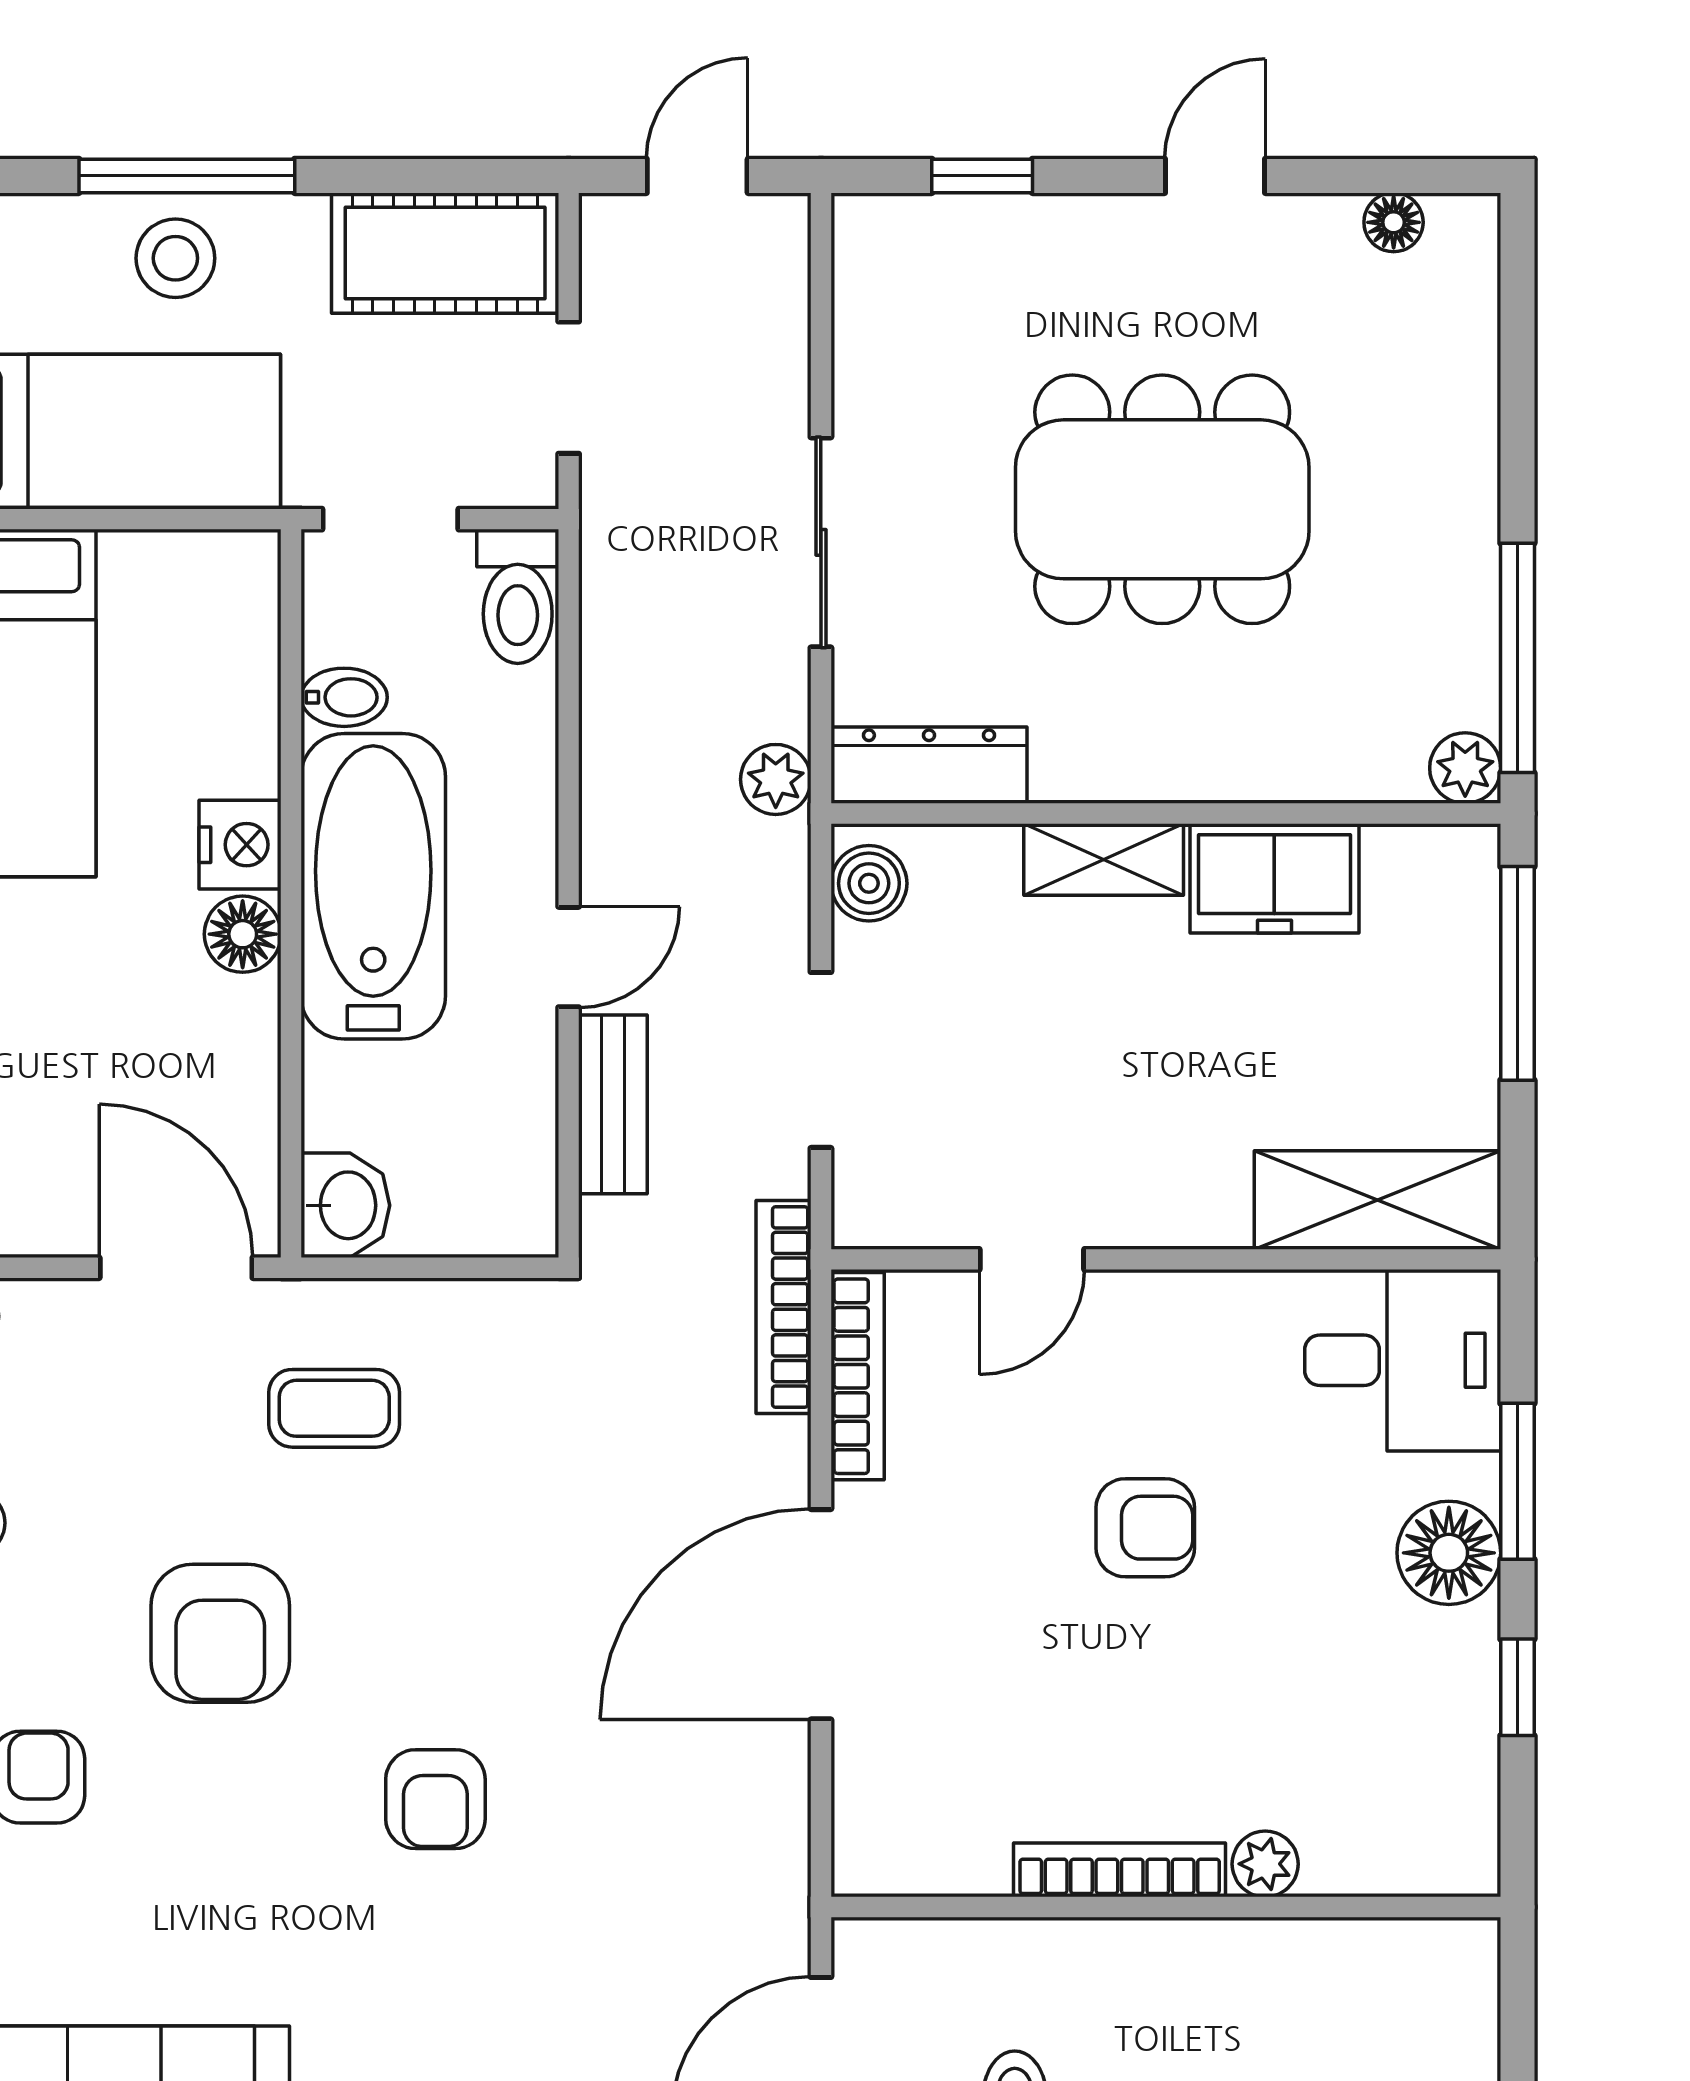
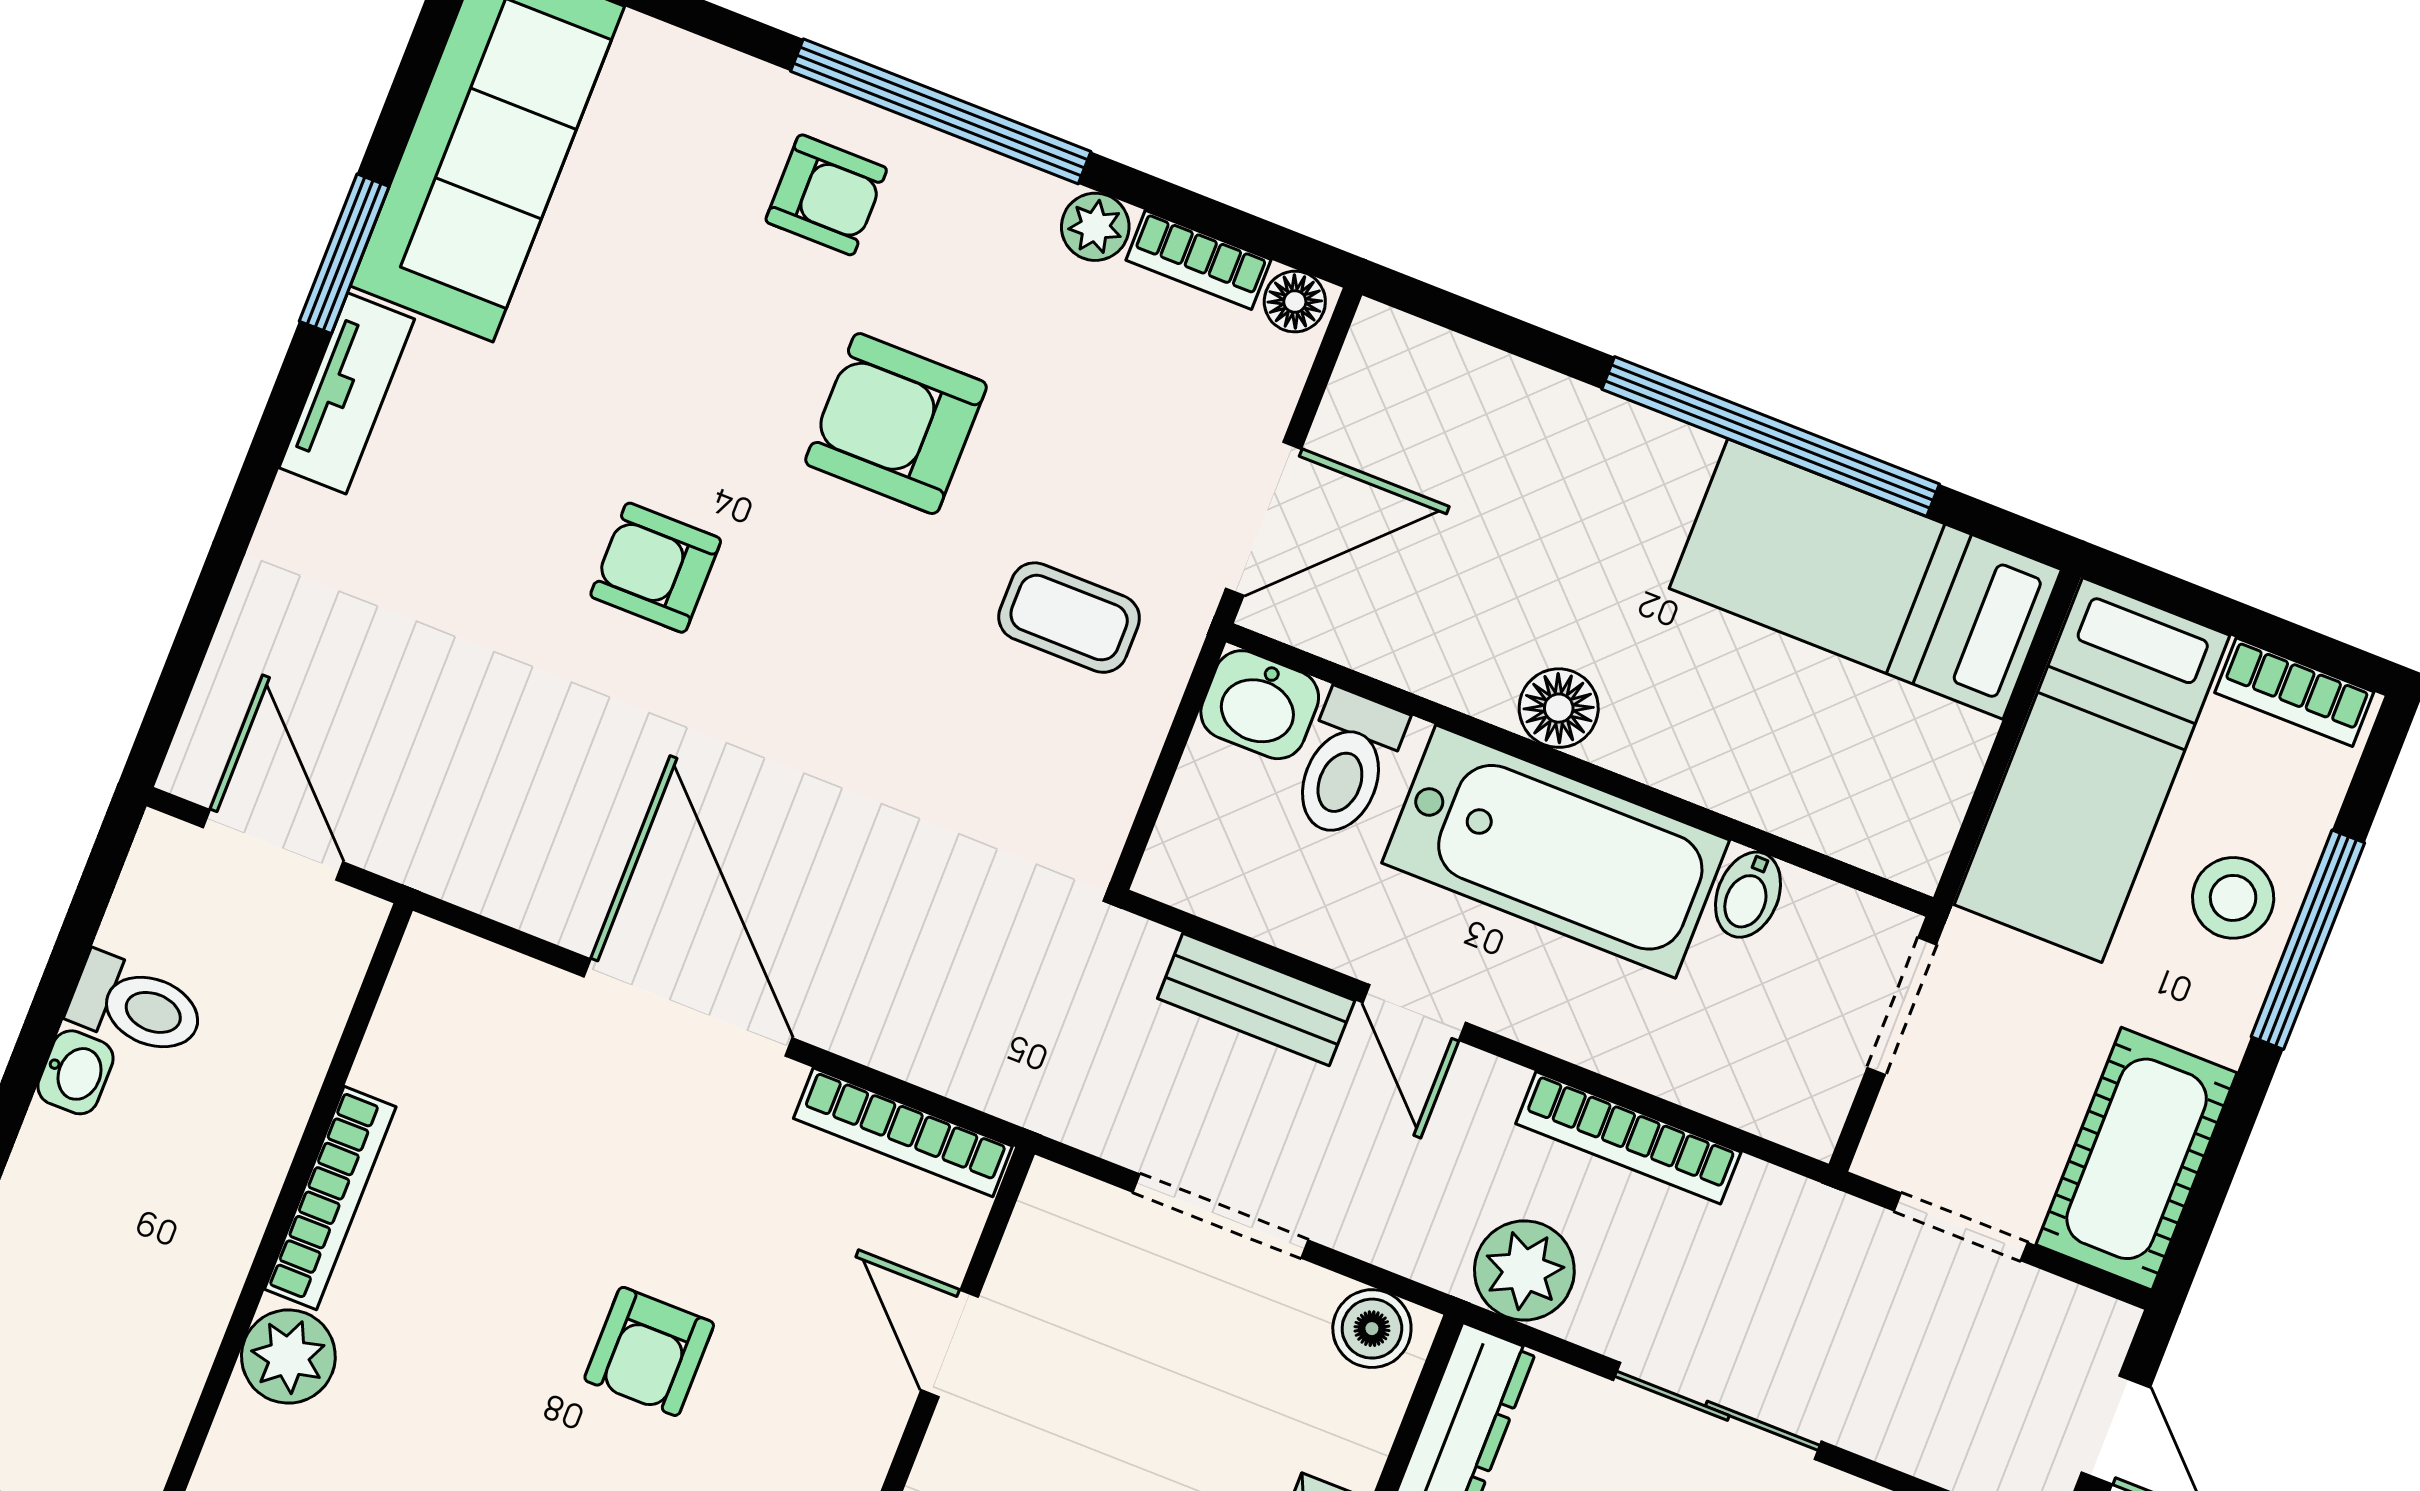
toilet: (518, 596) -> (1347, 764), moved, turned -90
plant: (776, 779) -> (1524, 1270), width x1.38, depth x1.38
nightstand: (240, 845) -> (1646, 739), removed
bookcase: (784, 1307) -> (1628, 1138), moved, turned 180
coffee table: (334, 1408) -> (1069, 618), turned 90
plant: (1265, 1864) -> (288, 1357), width x1.38, depth x1.38

